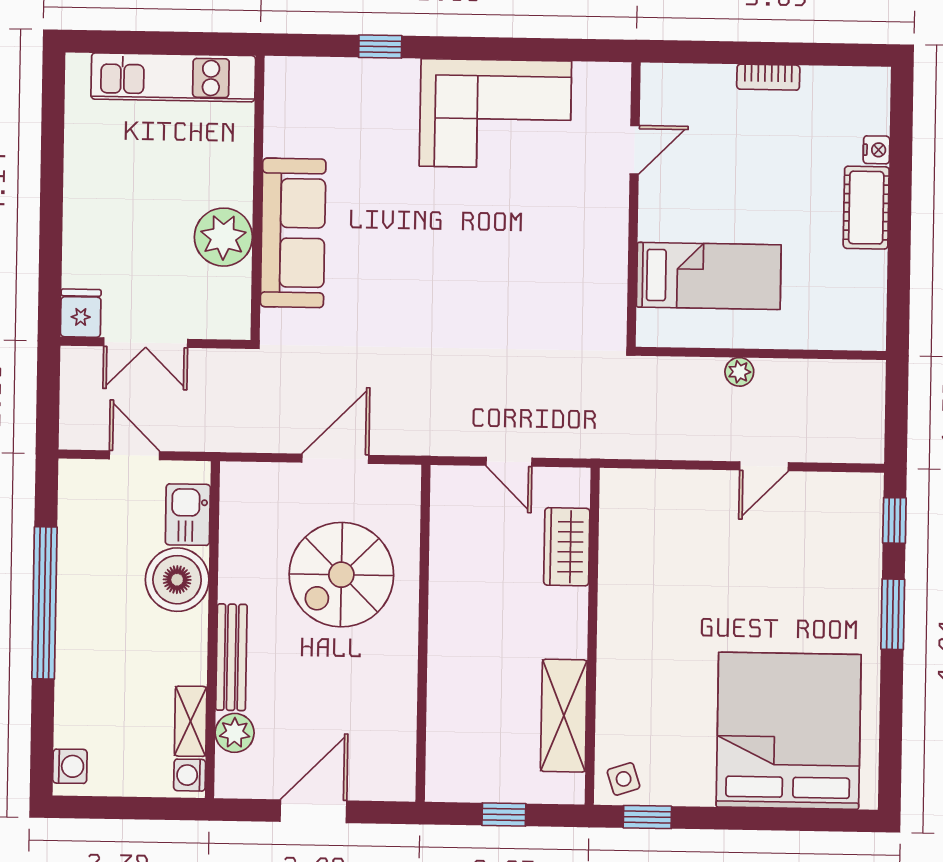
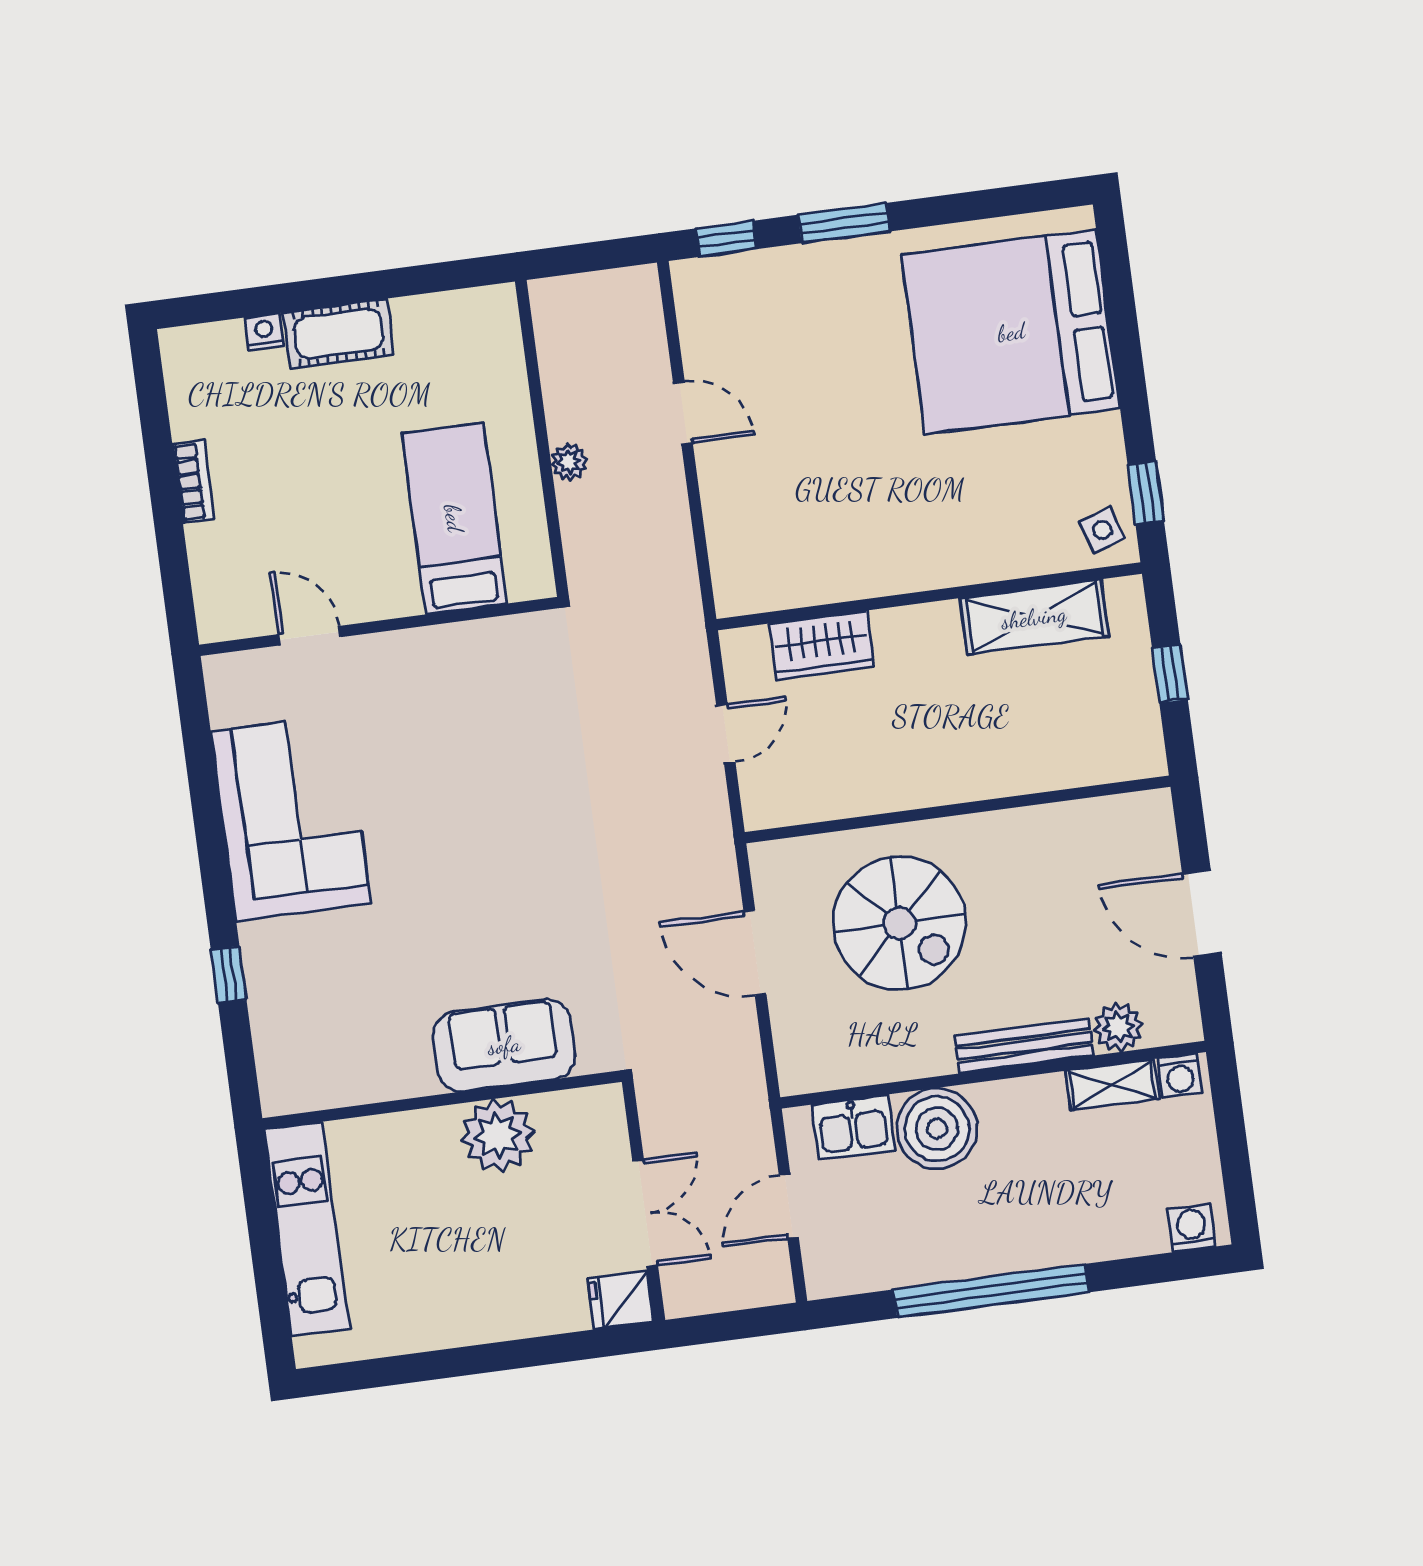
sofa: (293, 233) -> (504, 1045), width x0.73

